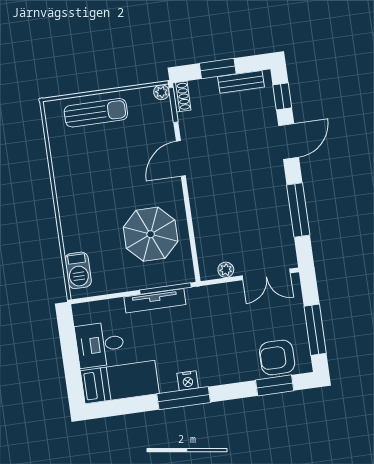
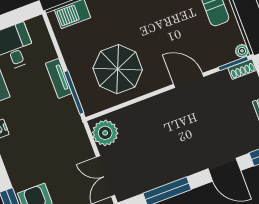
plant: (226, 270) -> (105, 133), width x1.87, depth x1.87
tv unit: (155, 301) -> (59, 78), width x0.71

